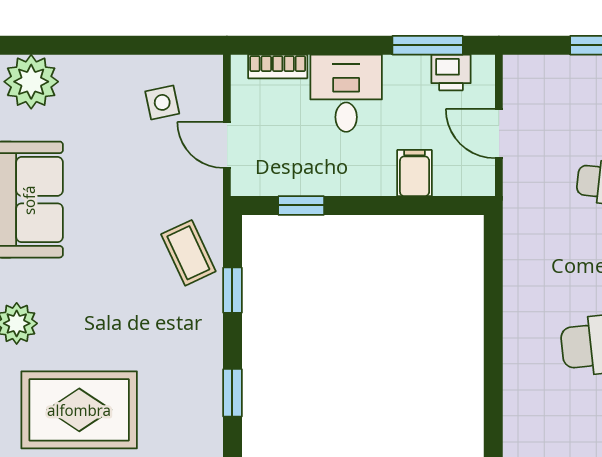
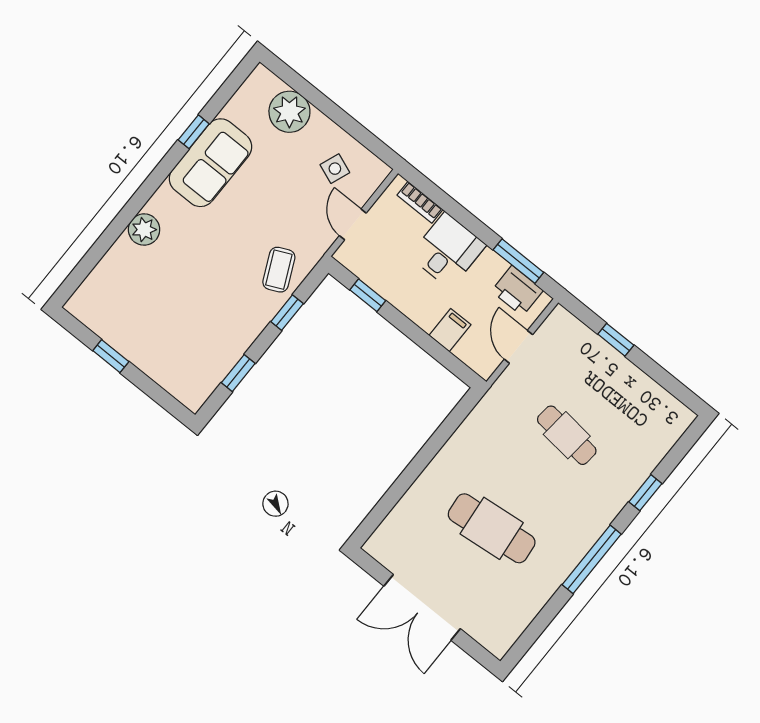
printer: (451, 72) -> (517, 291), width x1.36, depth x1.24
plant: (31, 82) -> (289, 112), moved
side table: (162, 102) -> (335, 169), turned 33
rug: (79, 410) -> (140, 310), removed

